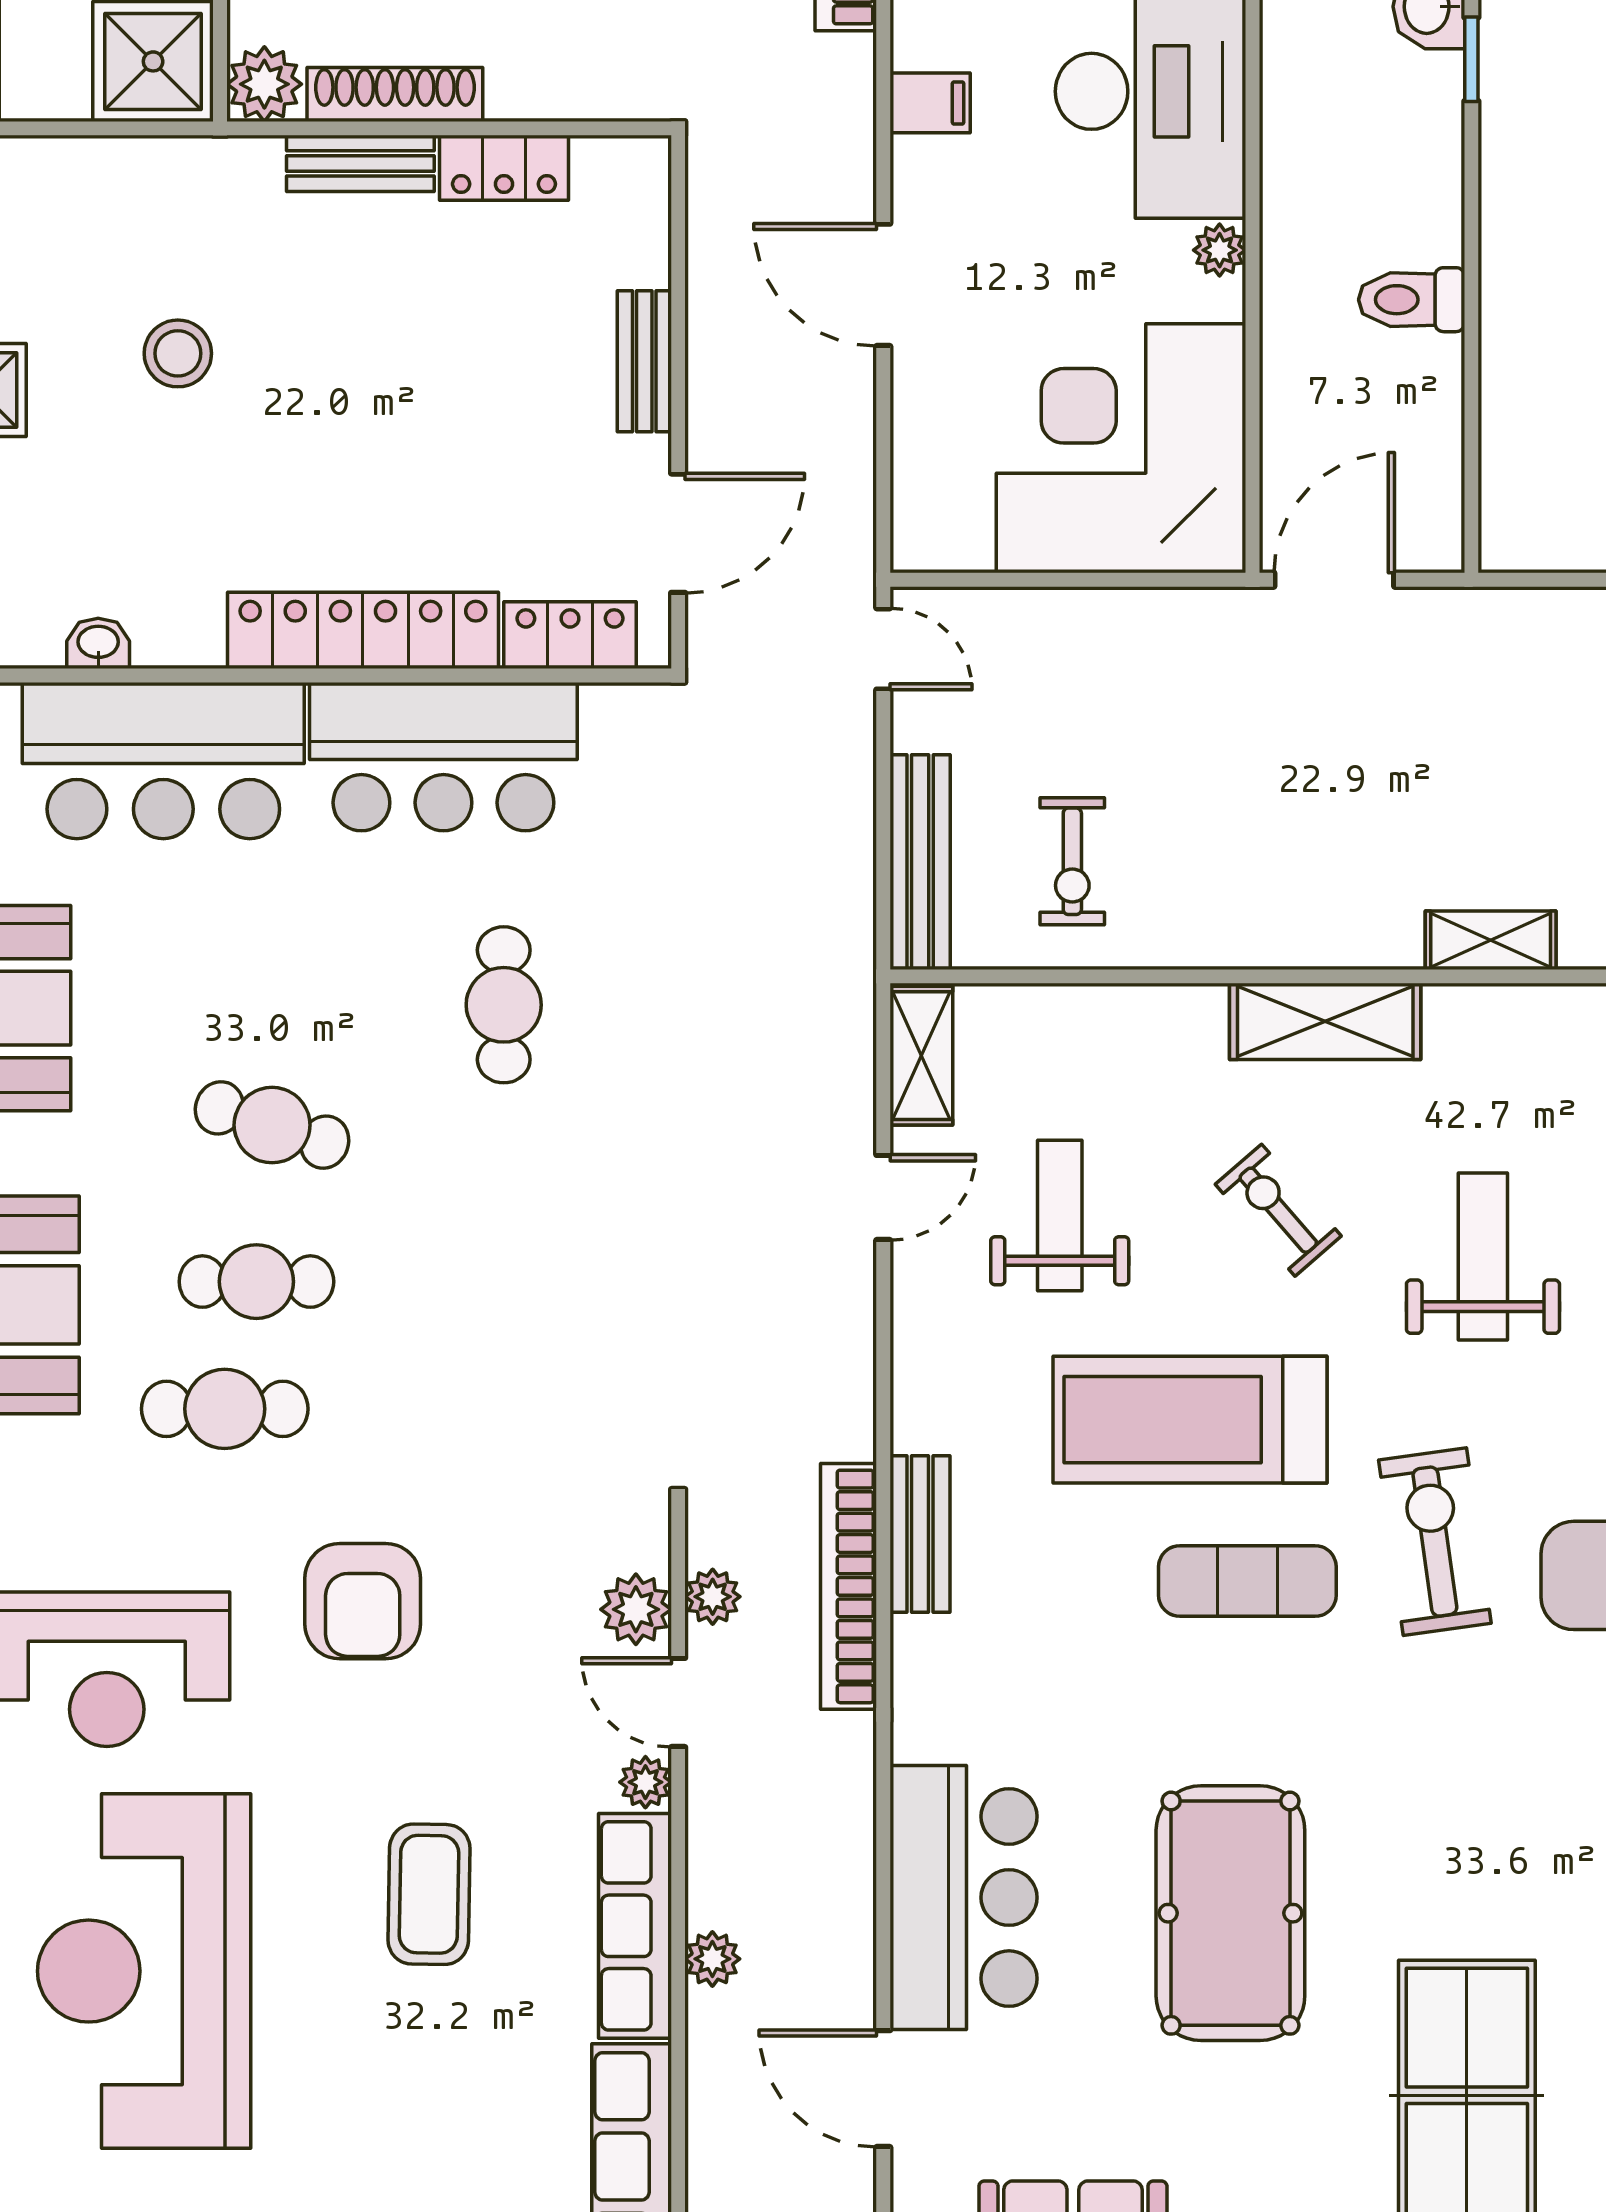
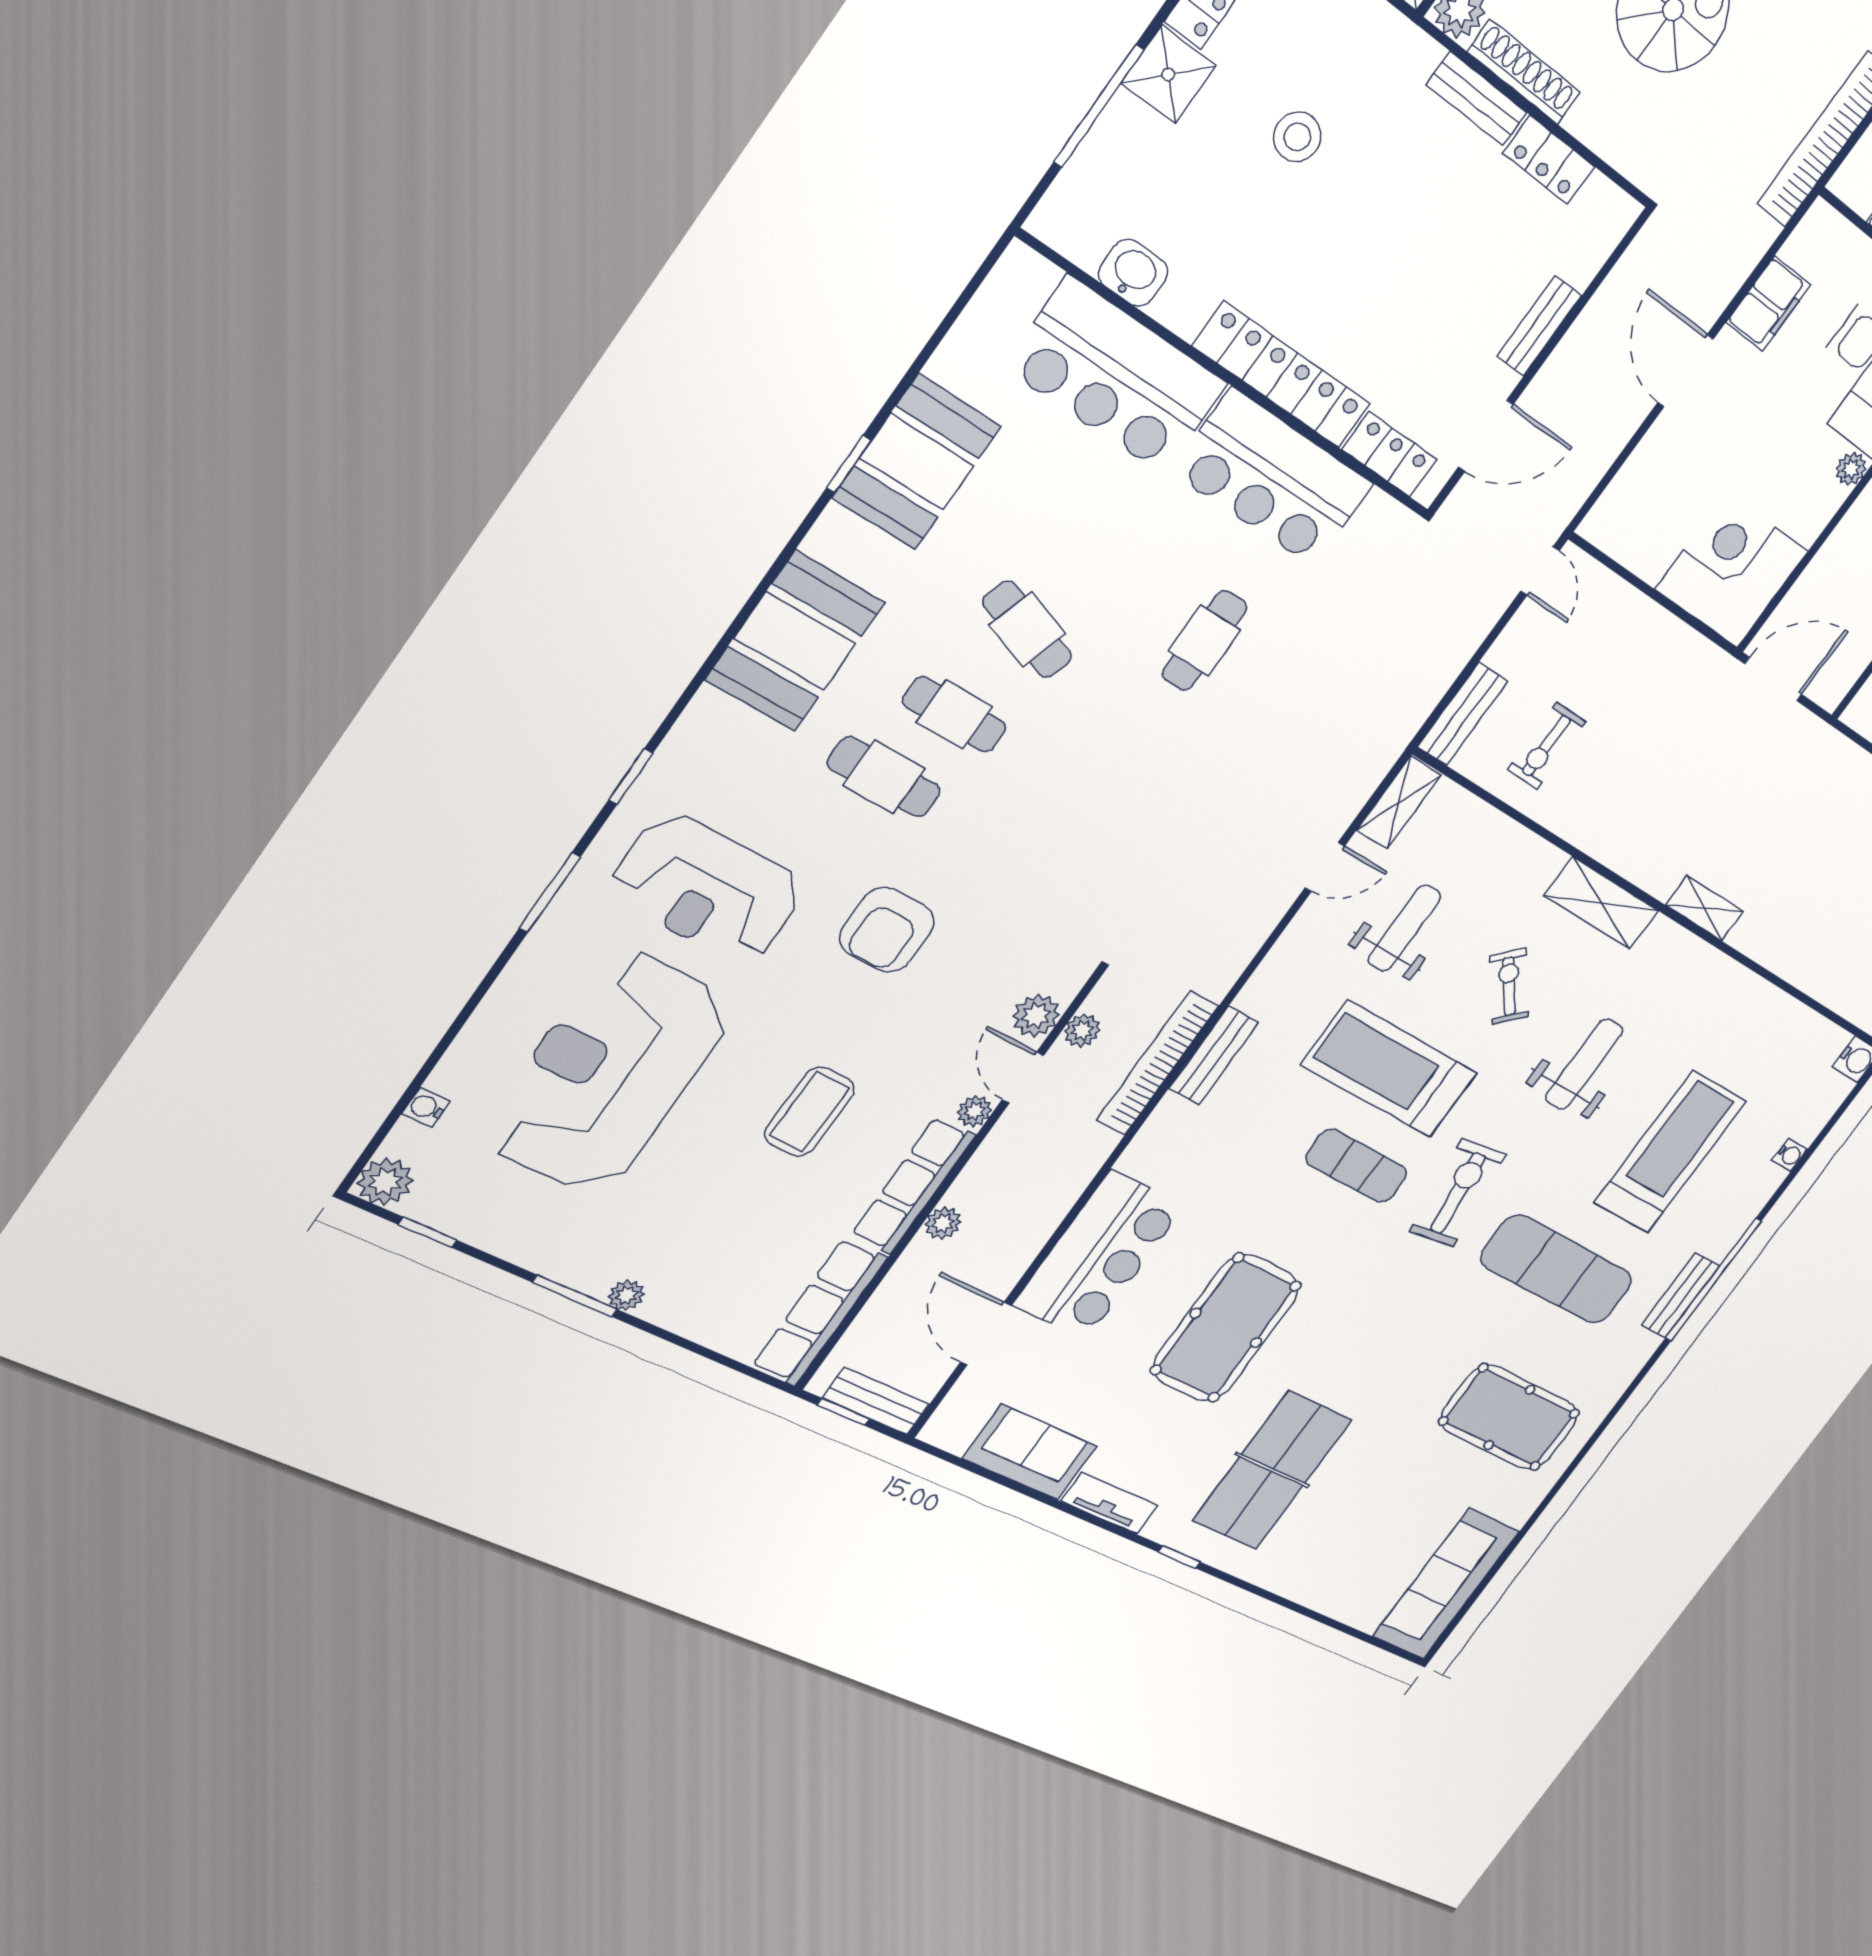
filing cabinet: (930, 103) -> (1769, 304), width x2.00
corner desk: (1121, 448) -> (1732, 570), width x0.74, depth x0.74
washbasin: (98, 643) -> (1133, 273), width x1.38, depth x1.45
bench: (920, 862) -> (1463, 714), width x0.73

